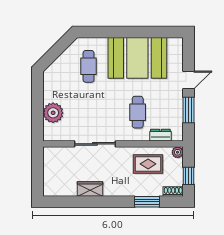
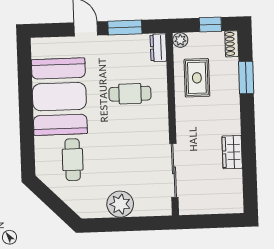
cafe table: (89, 66) -> (73, 160), turned 90
plant: (53, 113) -> (120, 204), moved
dresser: (160, 135) -> (158, 48), moved
sliding door: (95, 144) -> (174, 170), moved

